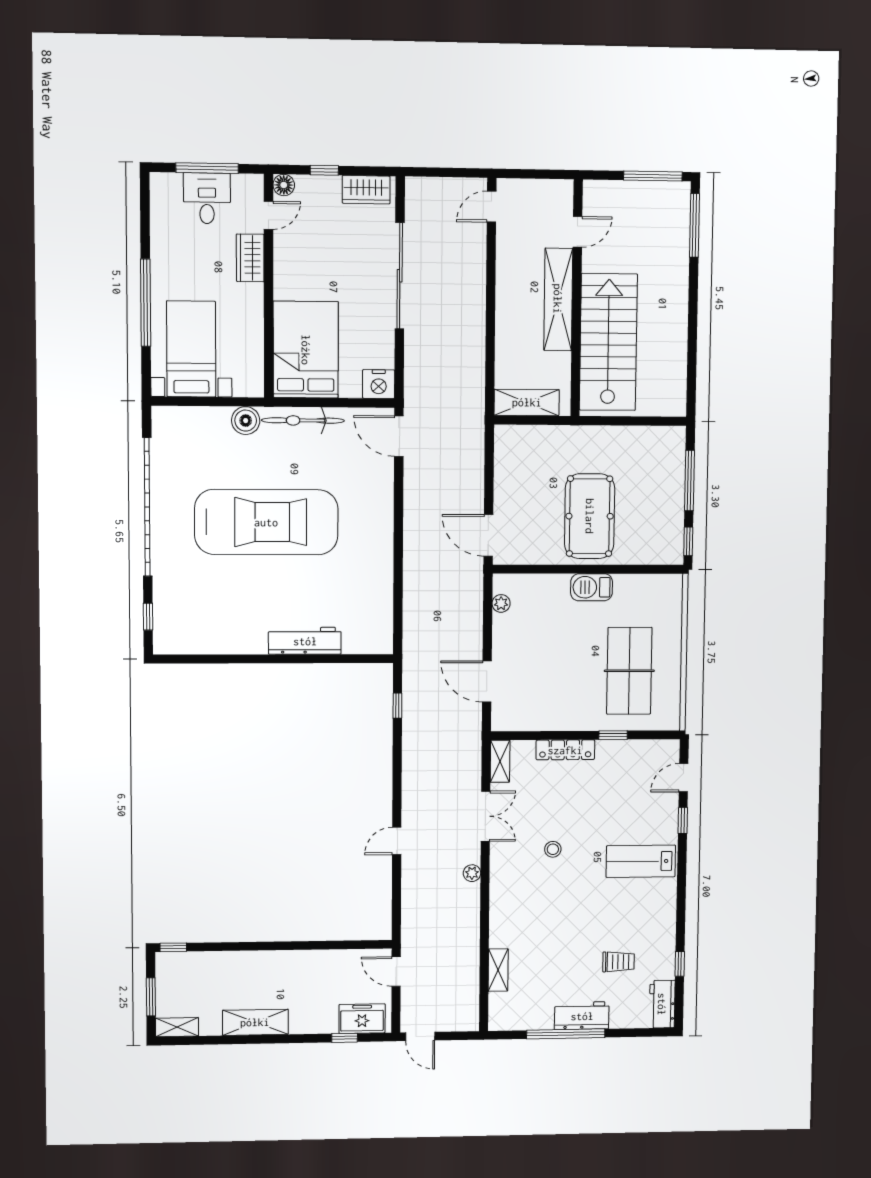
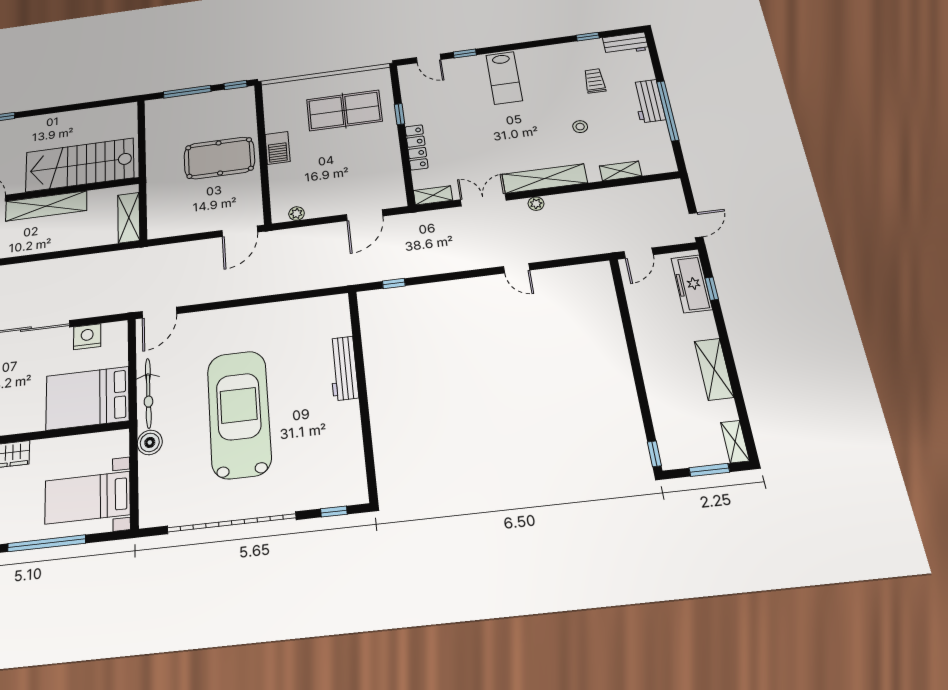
nightstand: (379, 384) -> (87, 337), moved, turned -90
stool: (553, 849) -> (580, 127), moved
shelving: (502, 887) -> (545, 179), added
freezer: (362, 1019) -> (692, 284), width x1.40

